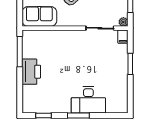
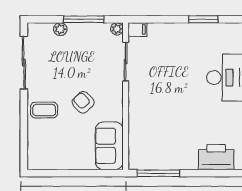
window: (130, 64) -> (203, 19), moved
printer: (31, 72) -> (216, 157), moved

